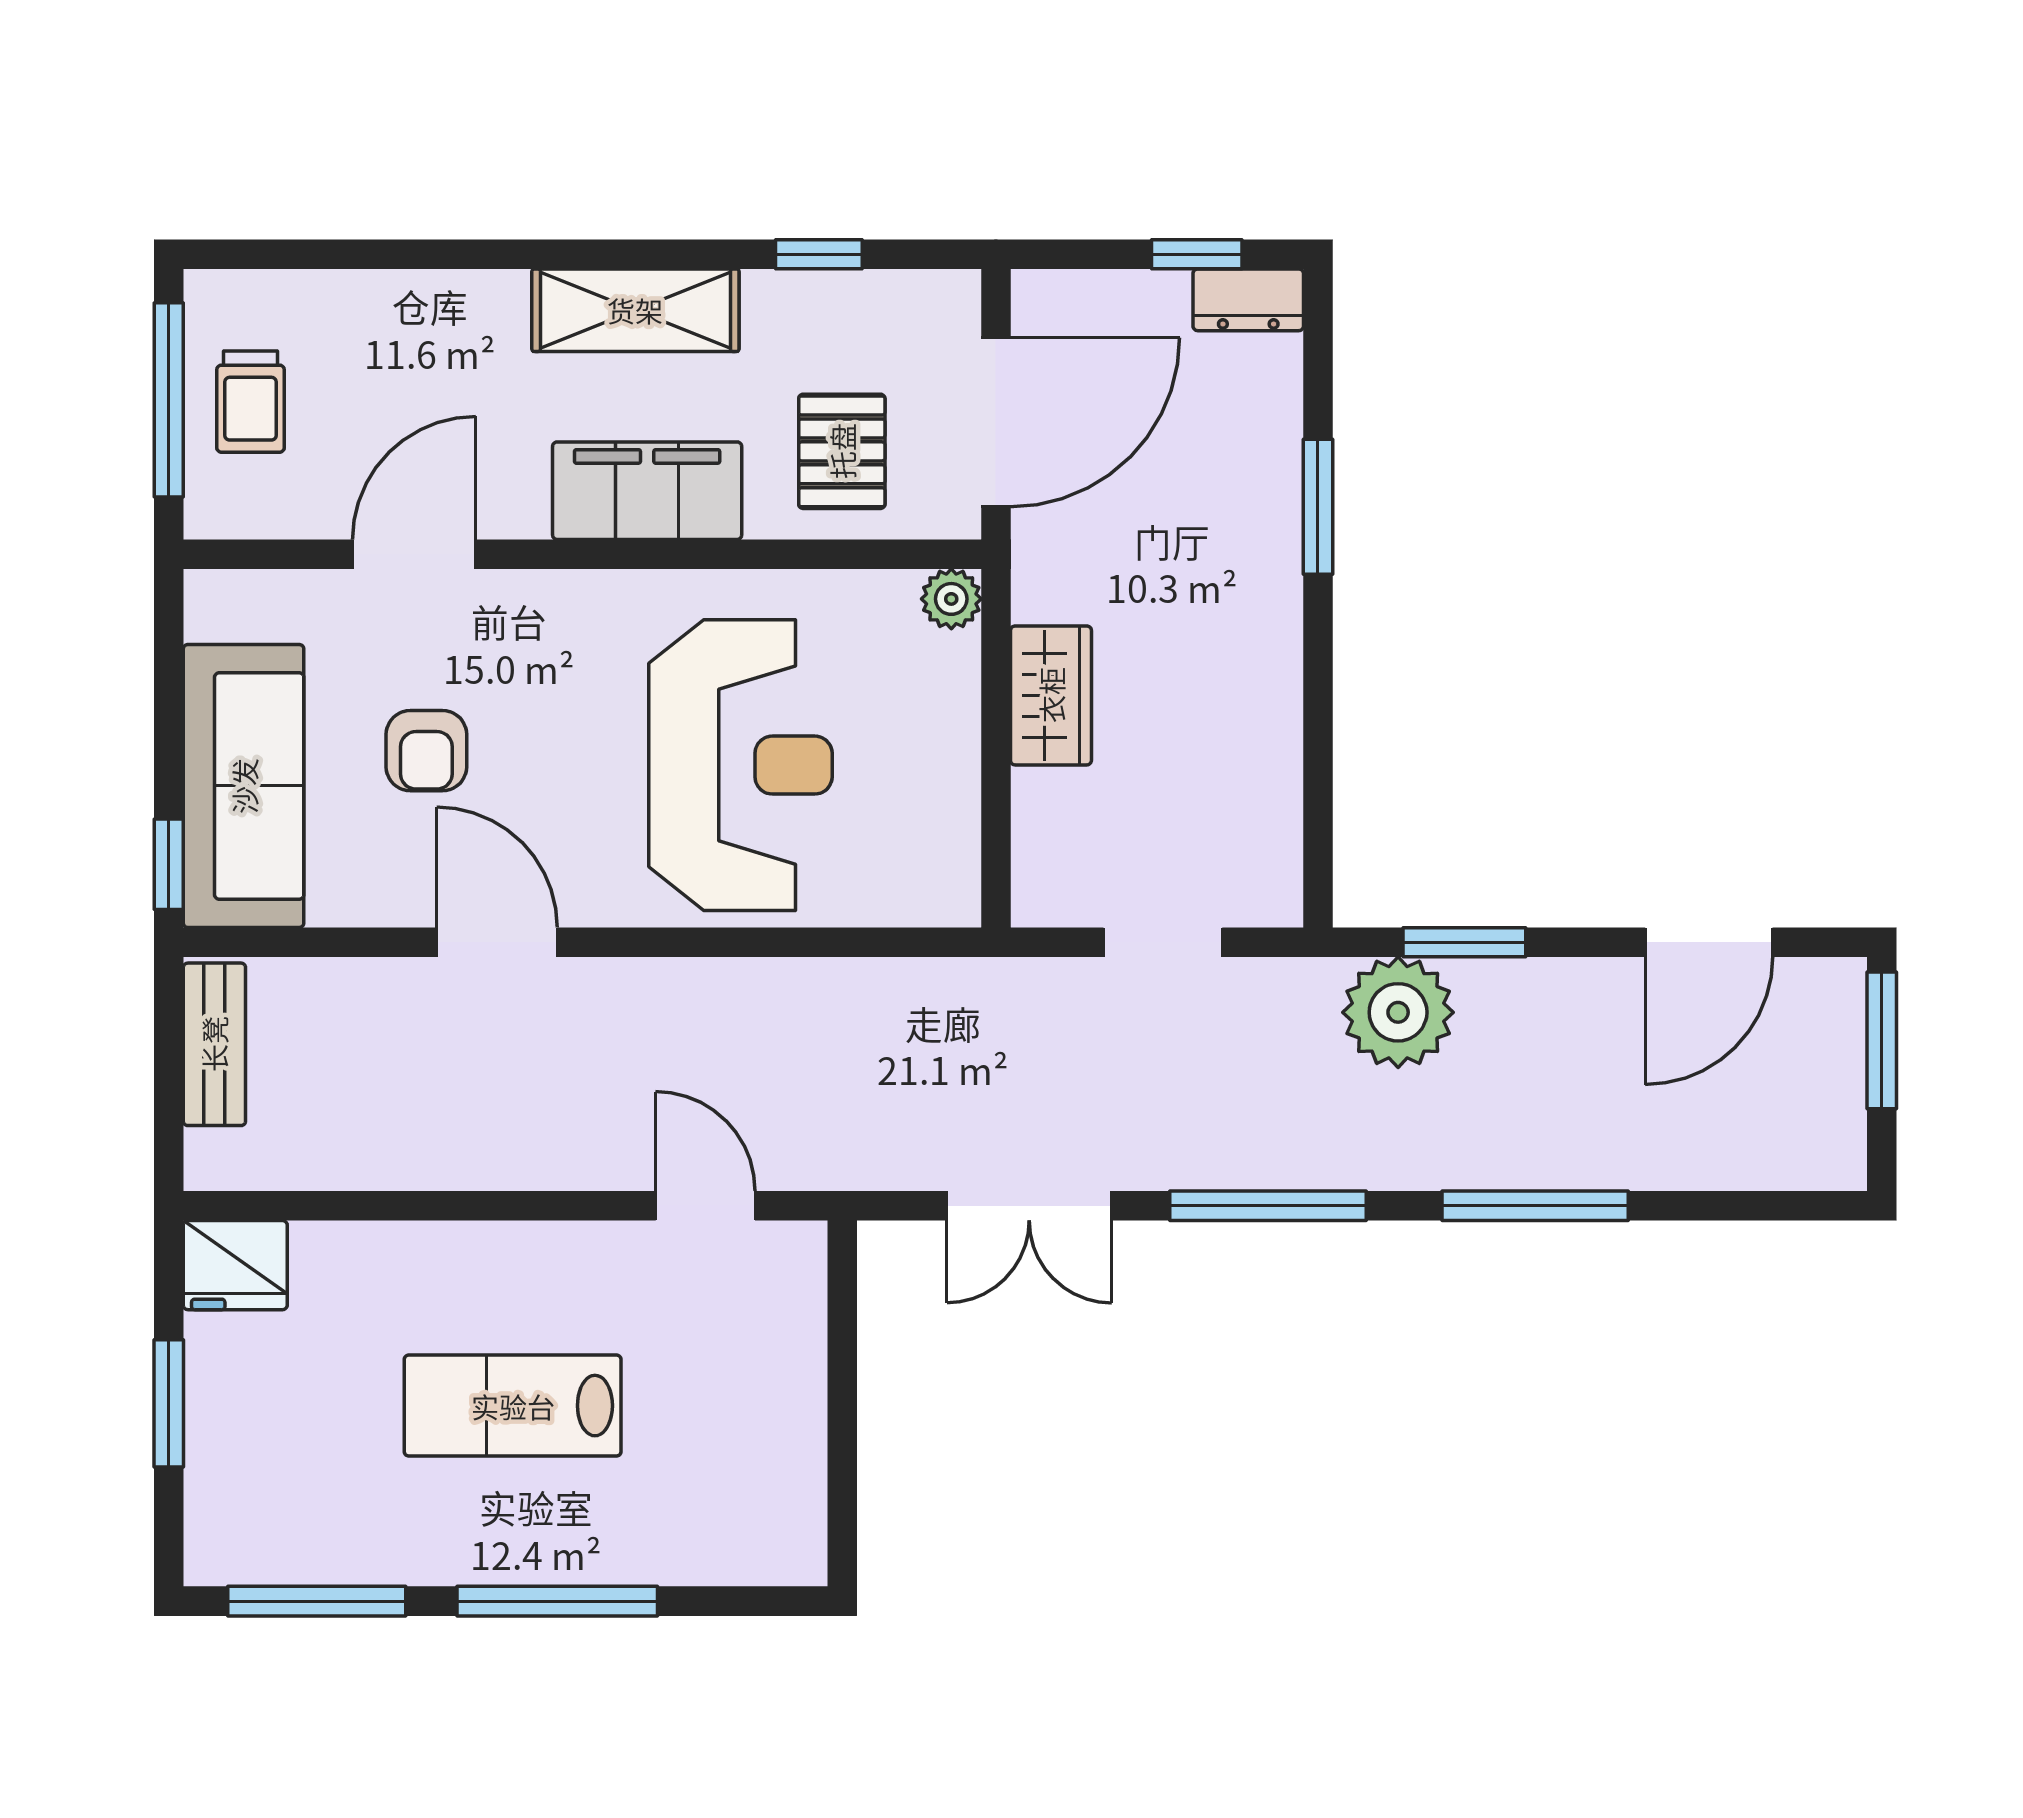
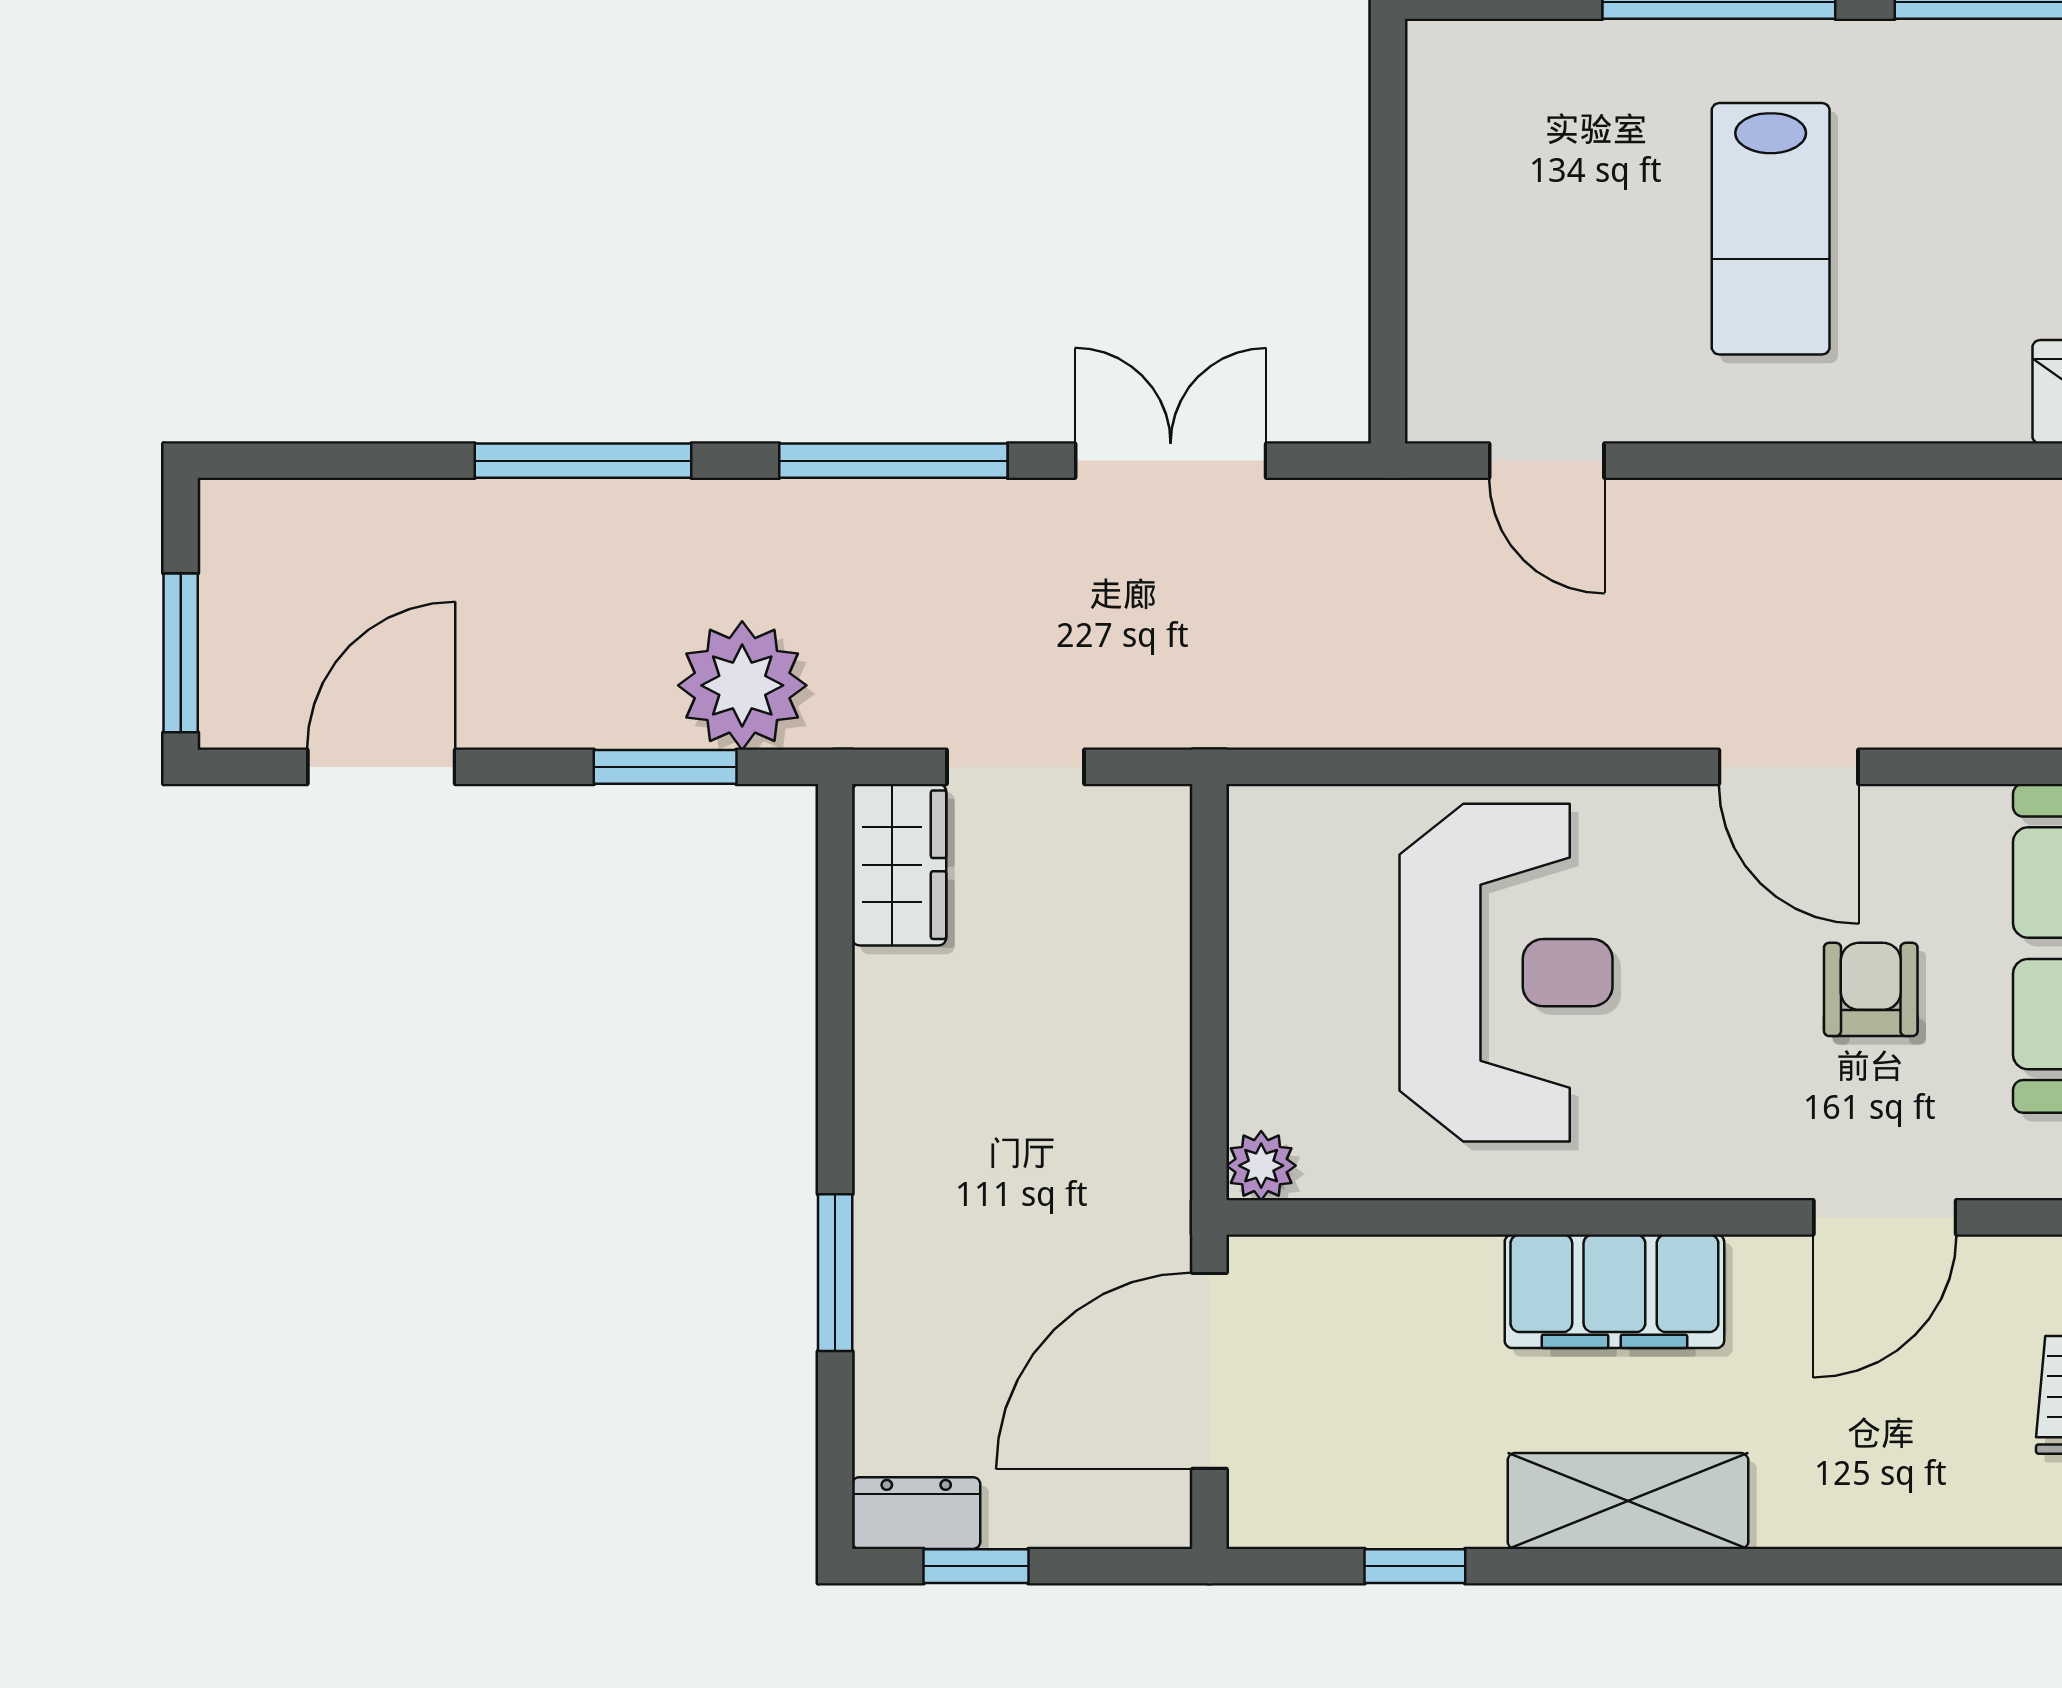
pallet: (842, 451) -> (1388, 1337), removed
wardrobe: (1051, 695) -> (899, 865), moved, turned 180
reception desk: (740, 765) -> (1506, 973), turned 180
lab bench: (513, 1406) -> (1771, 229), turned 90

